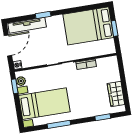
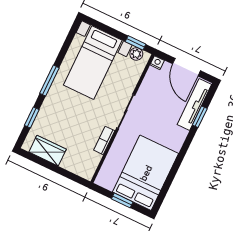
window: (43, 15) -> (200, 117), moved
window: (59, 124) -> (49, 81), moved

